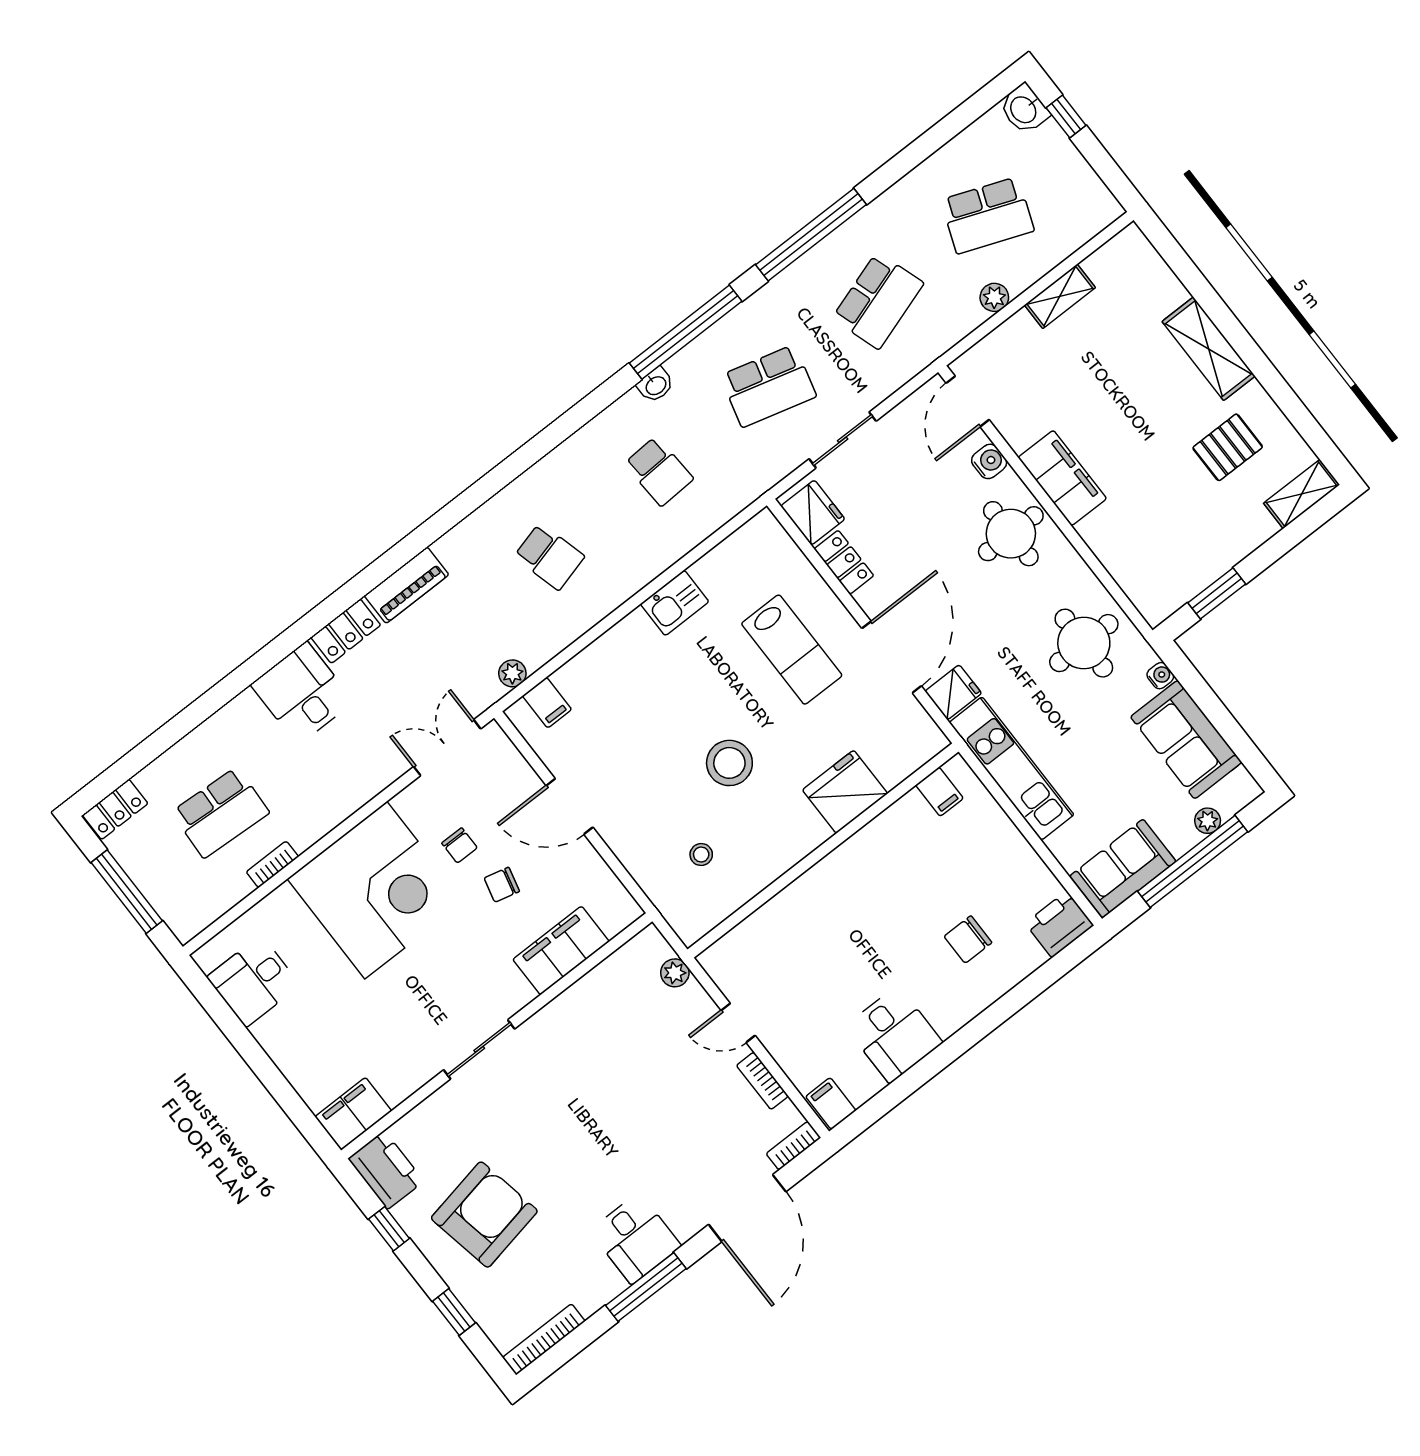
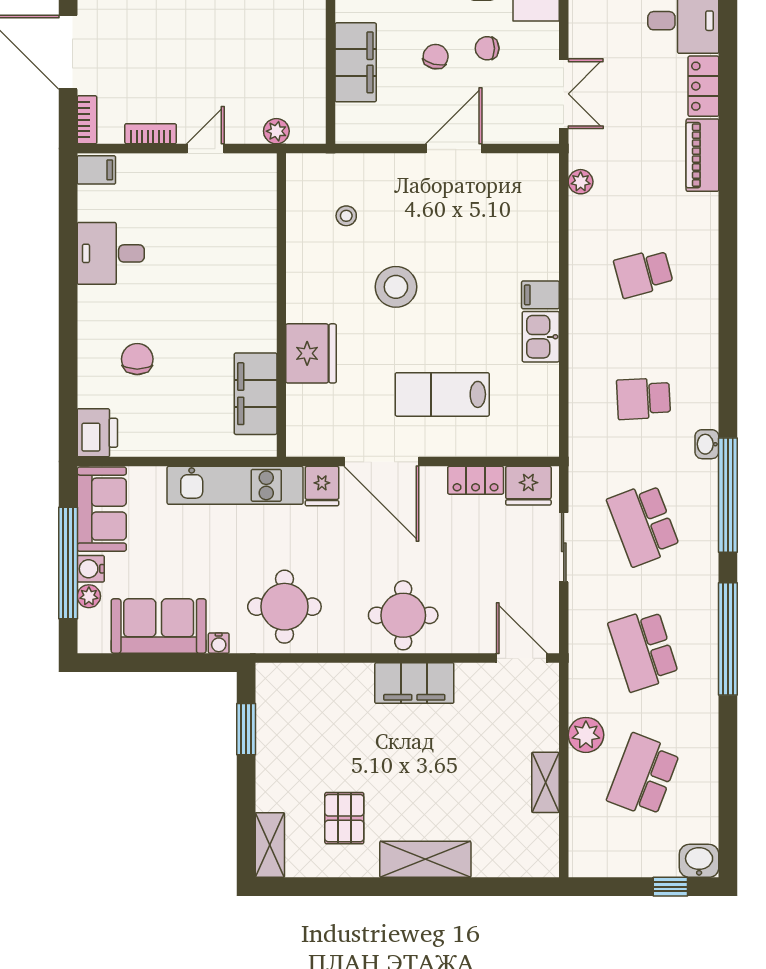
plant: (994, 297) -> (586, 735), width x1.38, depth x1.38
school desk: (768, 386) -> (644, 524), turned -36
water cooler: (989, 461) -> (91, 569), moved, turned 90
filing cabinet: (547, 703) -> (540, 295), moved
filing cabinet: (939, 792) -> (256, 394), width x3.00, depth x1.17

